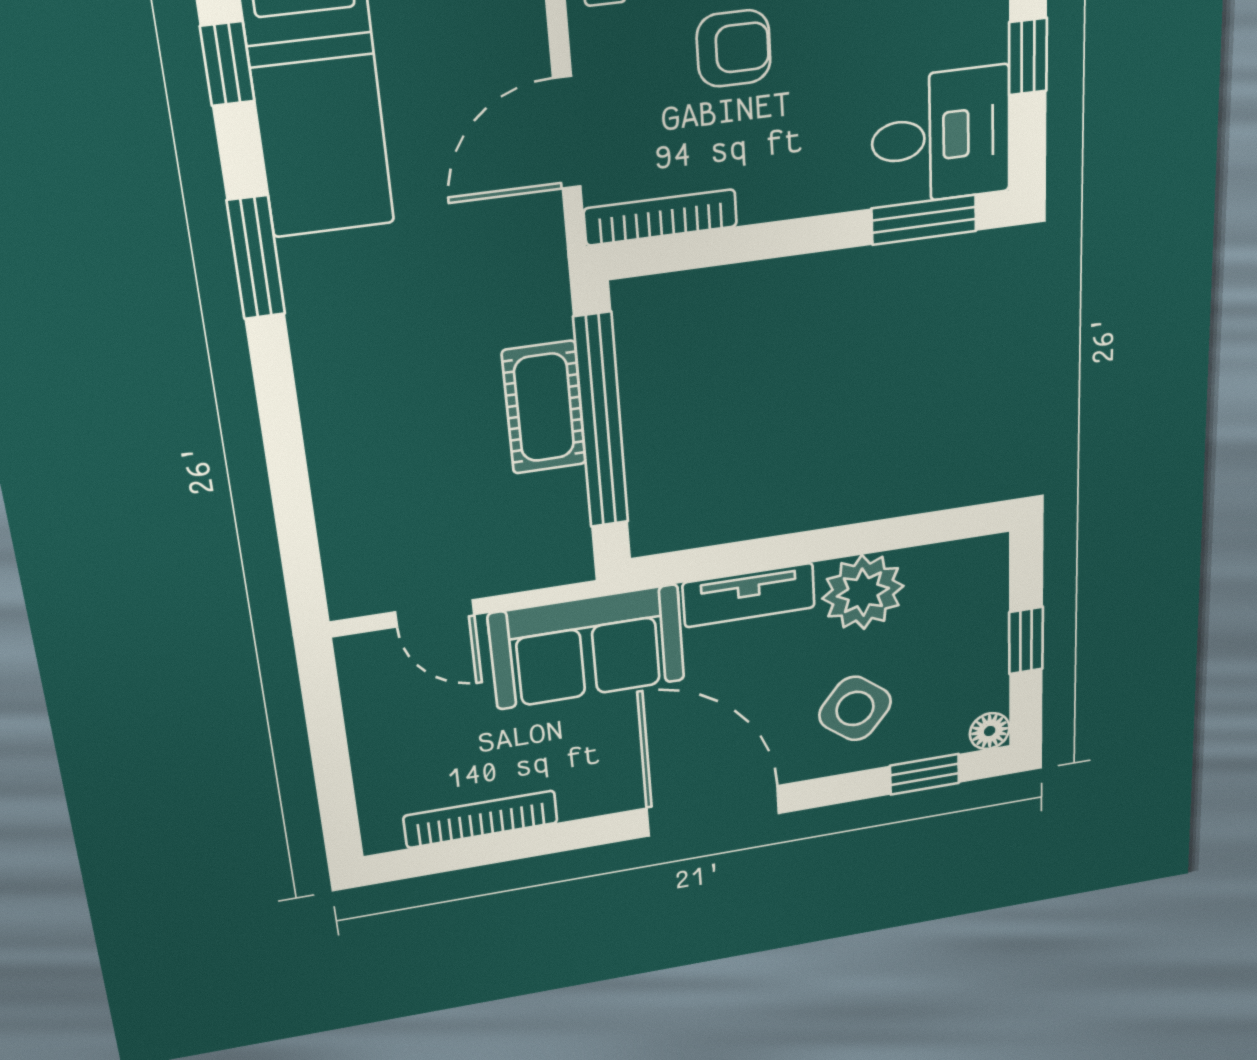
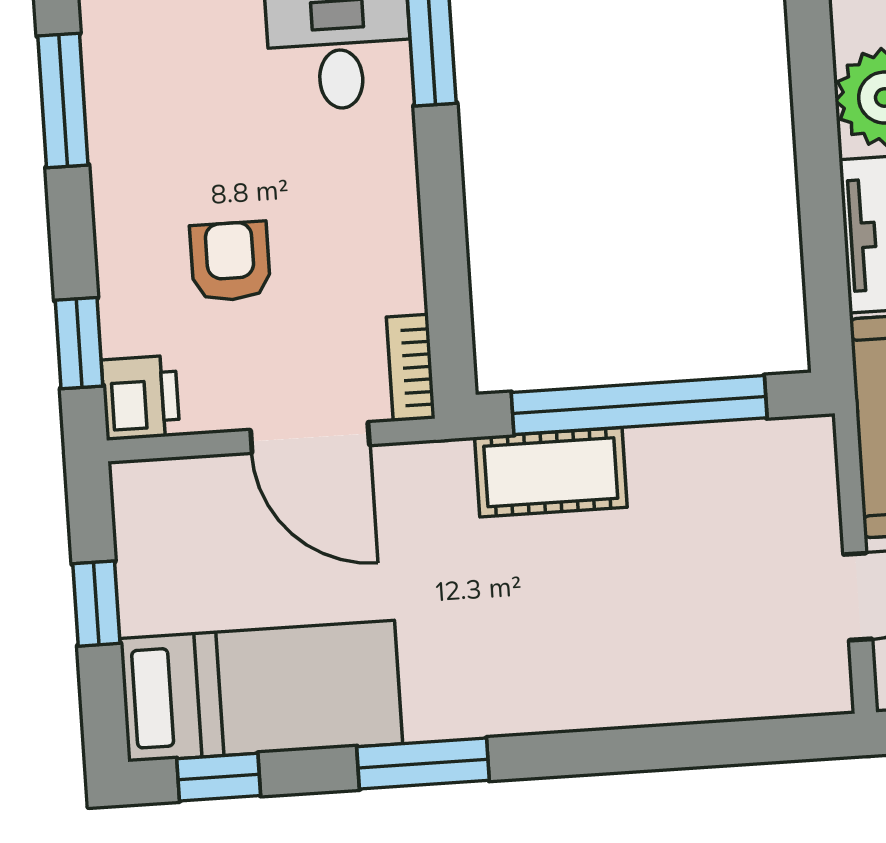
bookcase: (661, 217) -> (411, 368), width x0.64
cot: (544, 407) -> (551, 472), moved

